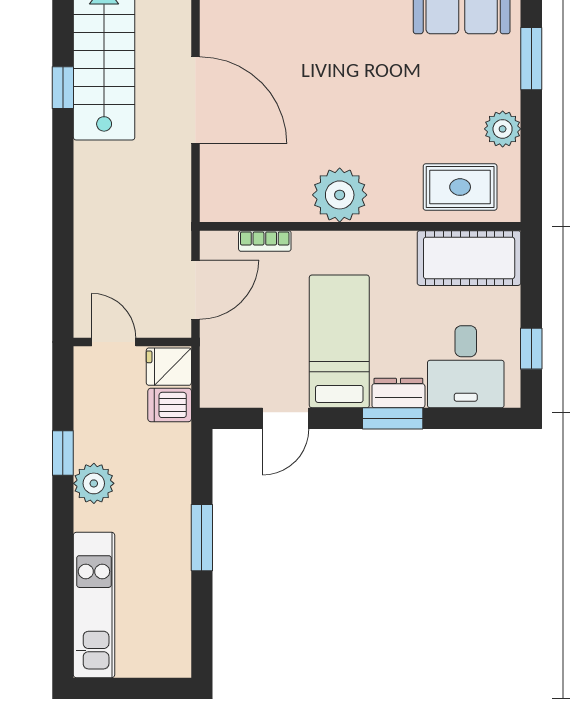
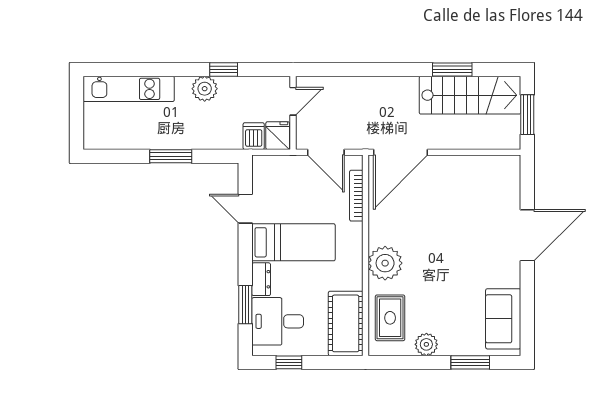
window: (63, 88) -> (452, 69), width x1.50
door: (195, 100) -> (401, 152), moved
plant: (340, 195) -> (385, 263), moved
bookcase: (265, 241) -> (356, 196), width x1.56
window: (393, 418) -> (245, 305), moved

